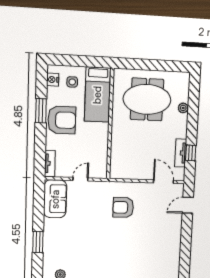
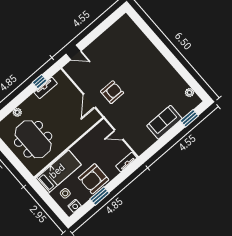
armchair: (62, 120) -> (94, 179), turned -90
door: (163, 182) -> (89, 101), moved
sofa: (55, 199) -> (164, 122), moved
armchair: (123, 207) -> (112, 92), turned -90
window: (38, 242) -> (189, 118), moved

